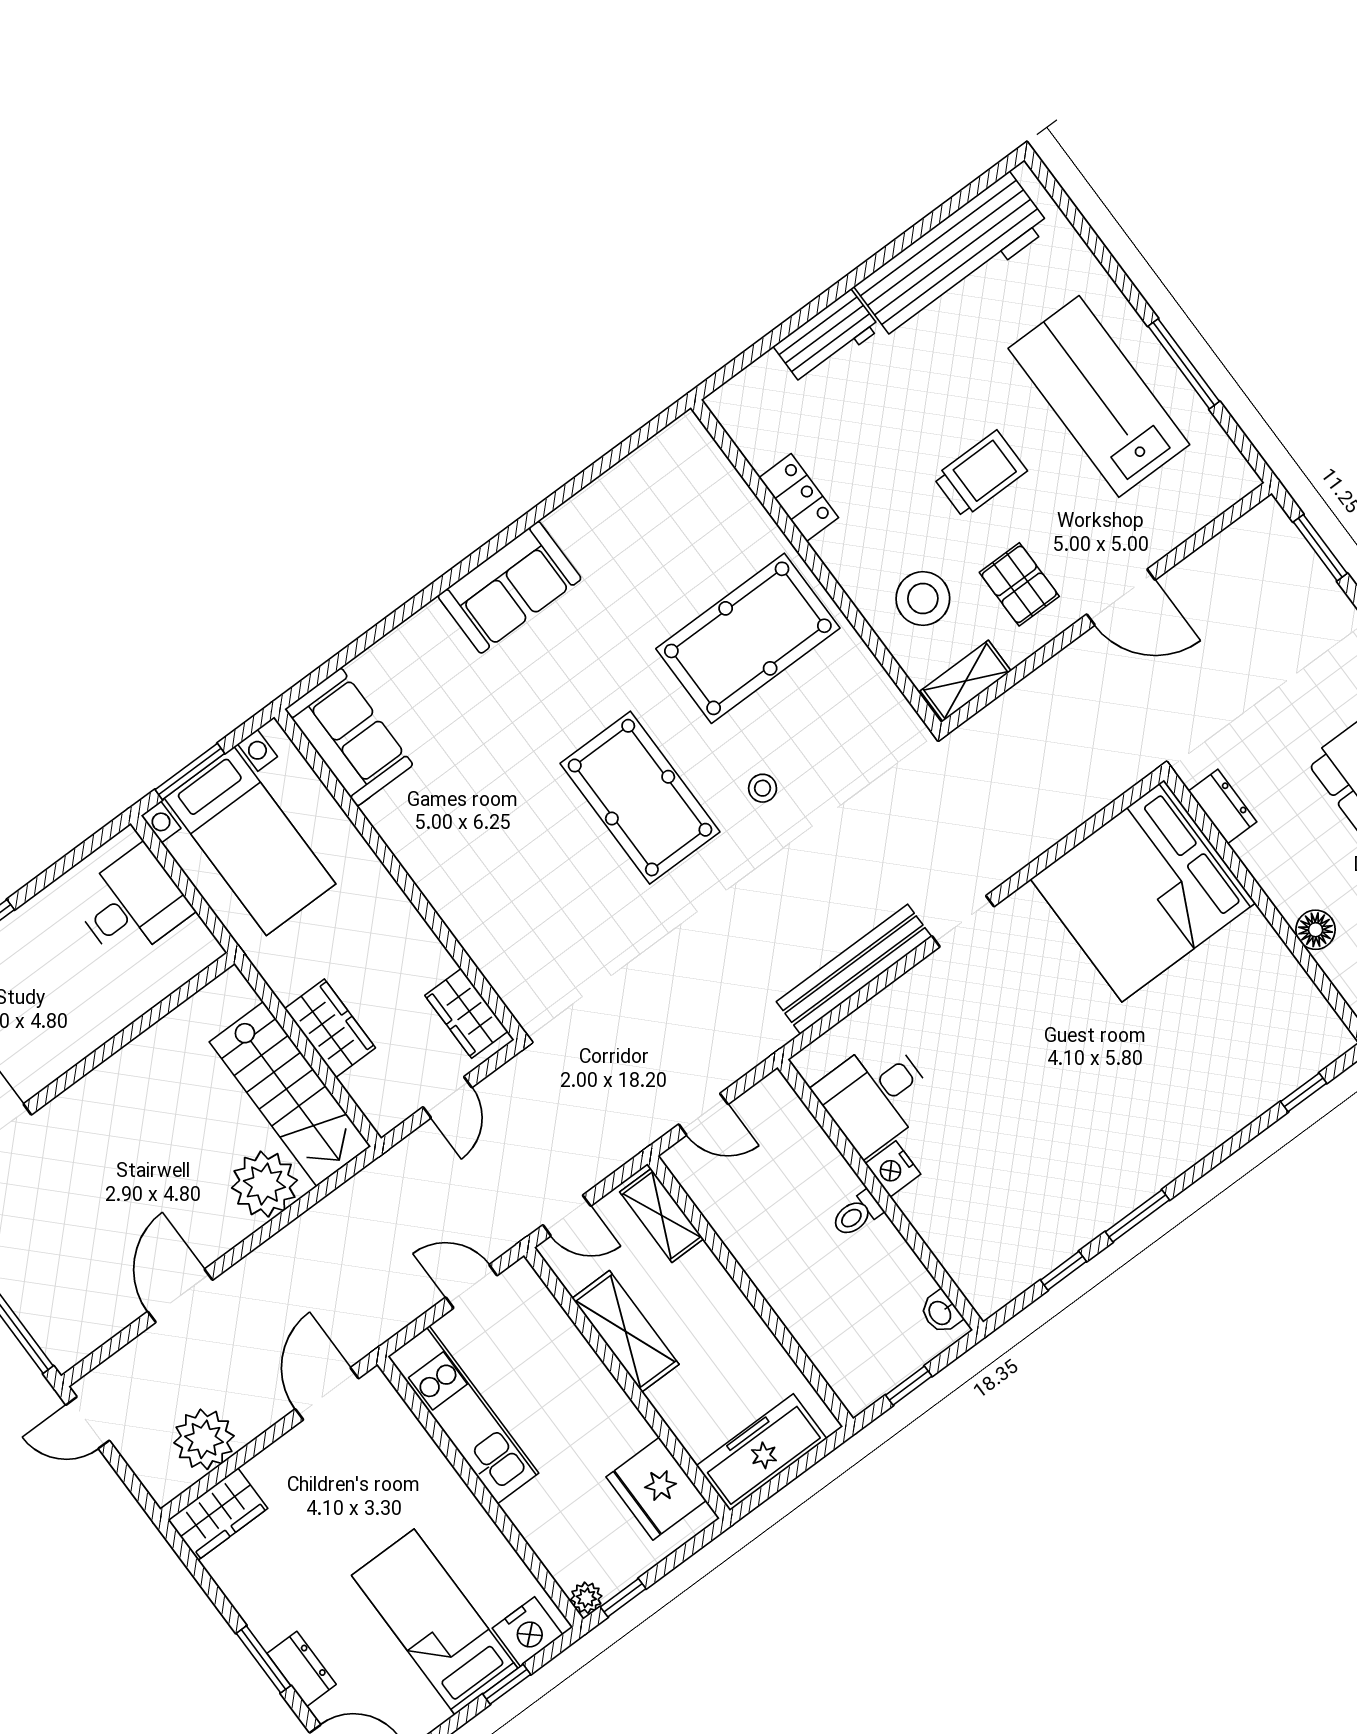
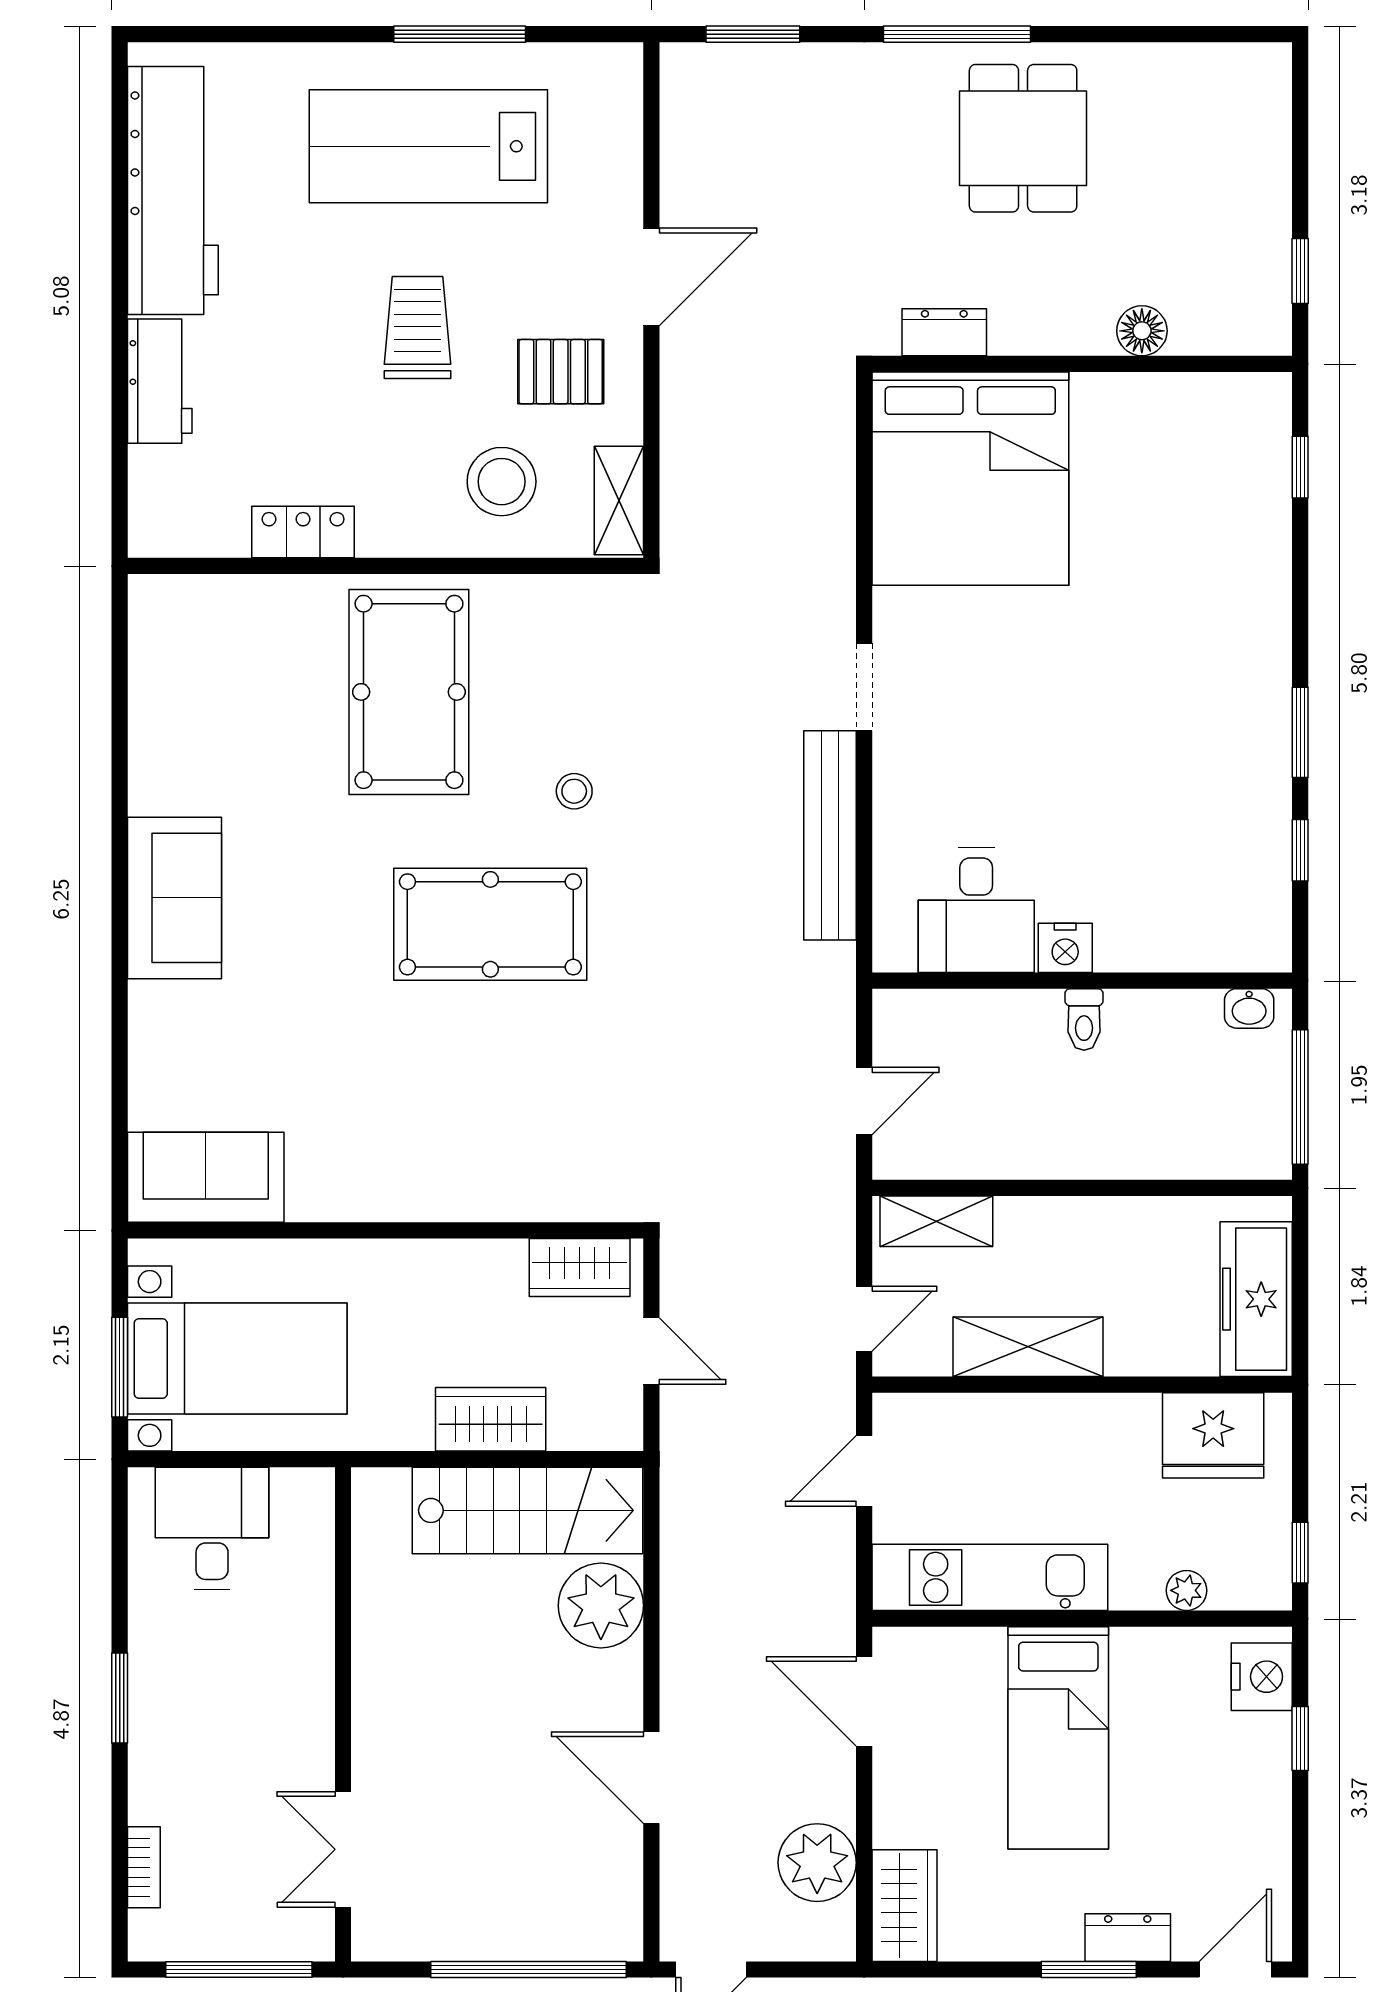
window: (909, 1386) -> (1300, 1097), width x2.17
plant: (586, 1598) -> (1186, 1590), moved
bed: (435, 1622) -> (1058, 1738), moved, turned -90

